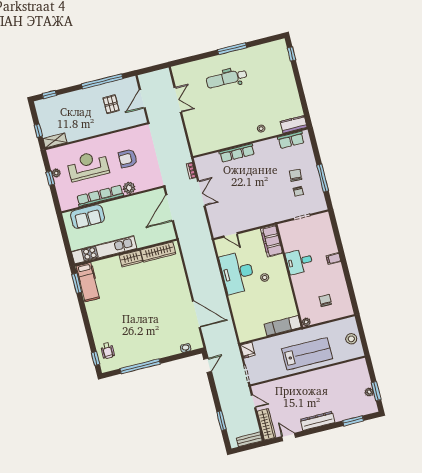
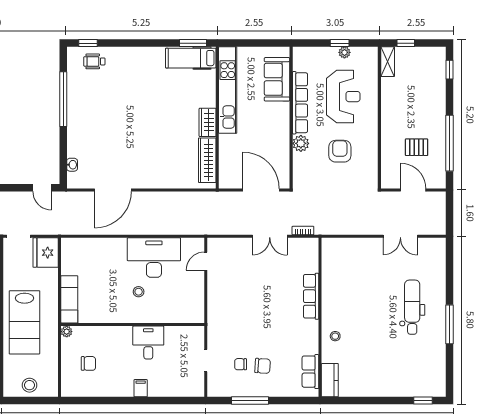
filing cabinet: (272, 241) -> (184, 313), removed
fridge: (248, 350) -> (46, 253), width x1.88, depth x1.34

